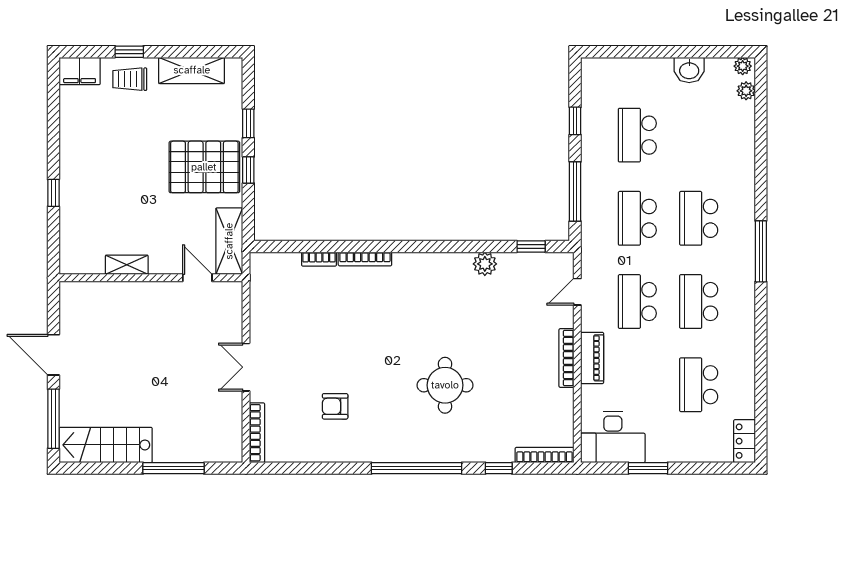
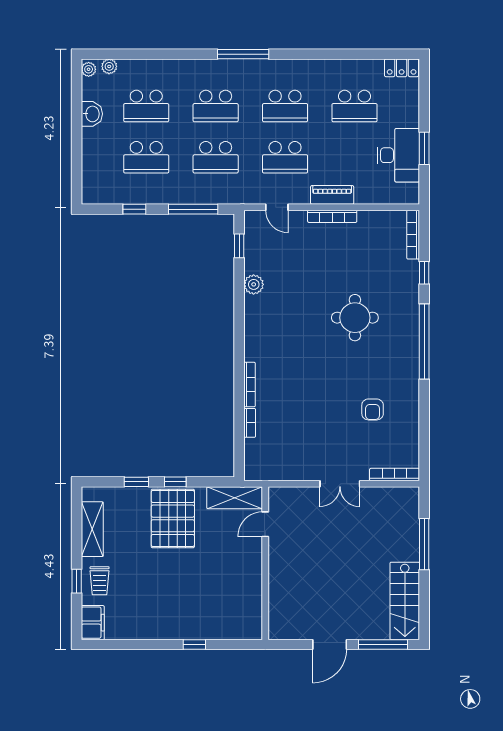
school desk: (699, 135) -> (146, 106), added
shelving: (127, 265) -> (254, 583), removed
desk: (613, 437) -> (398, 155), moved

